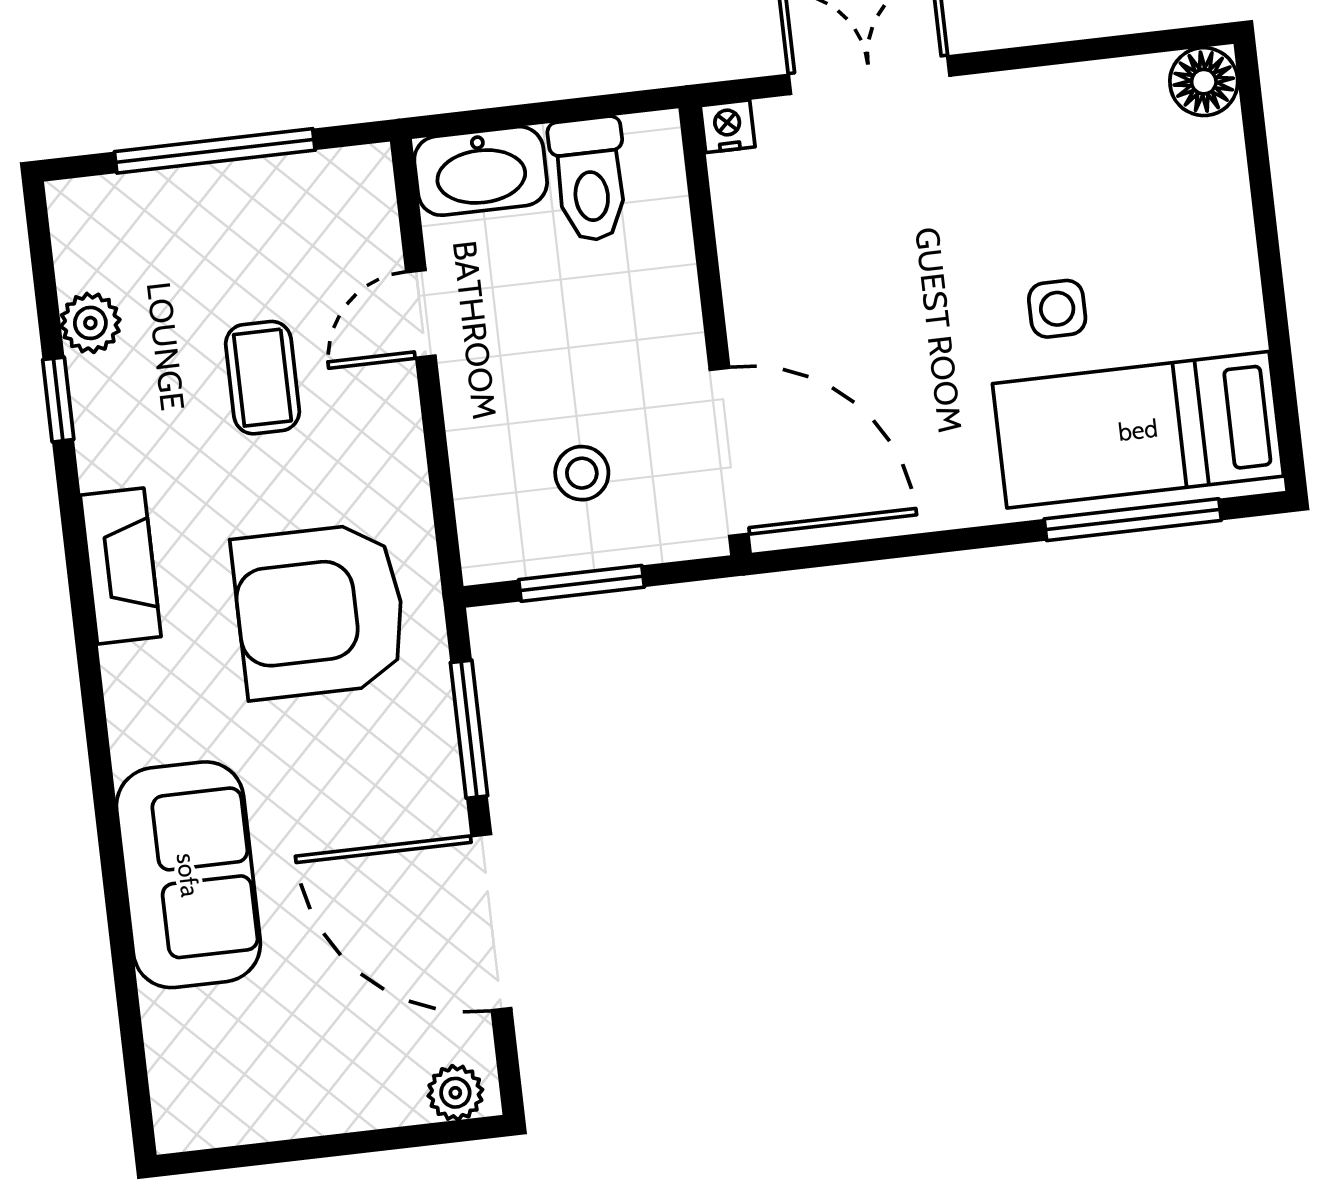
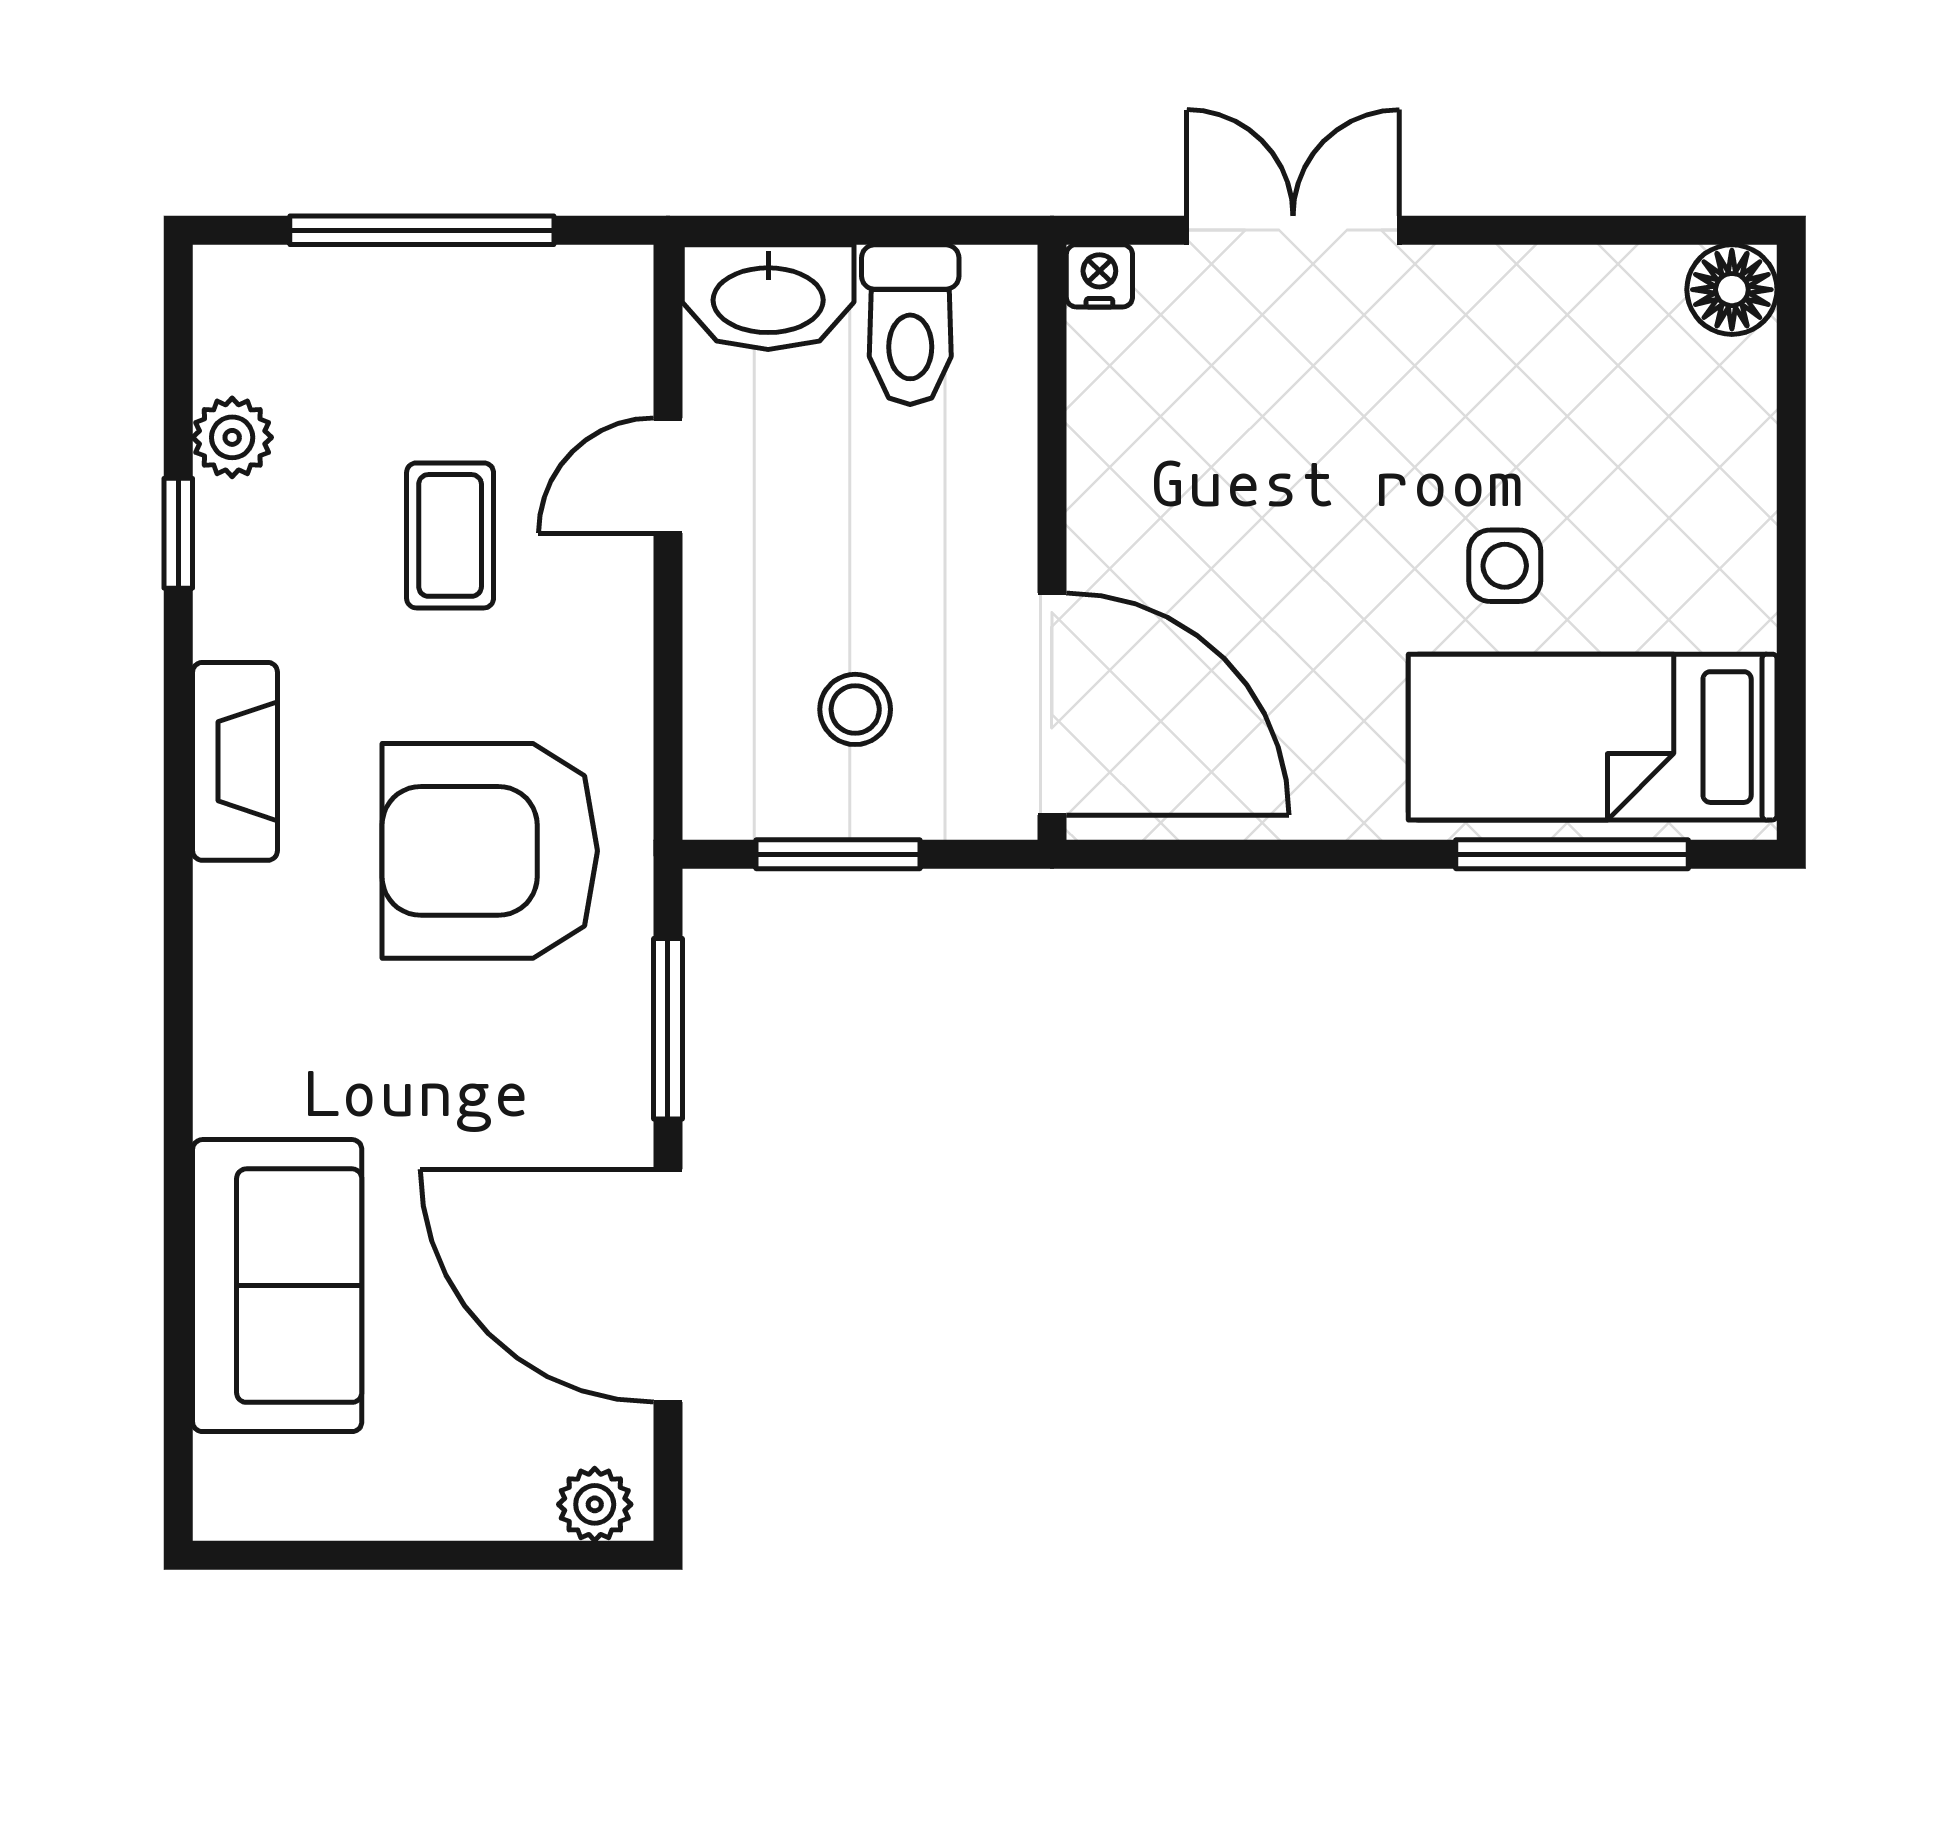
sofa: (188, 875) -> (277, 1286), moved

